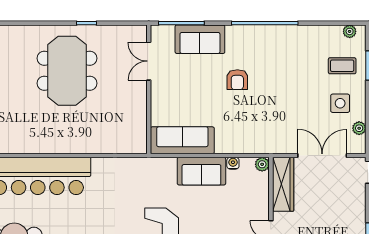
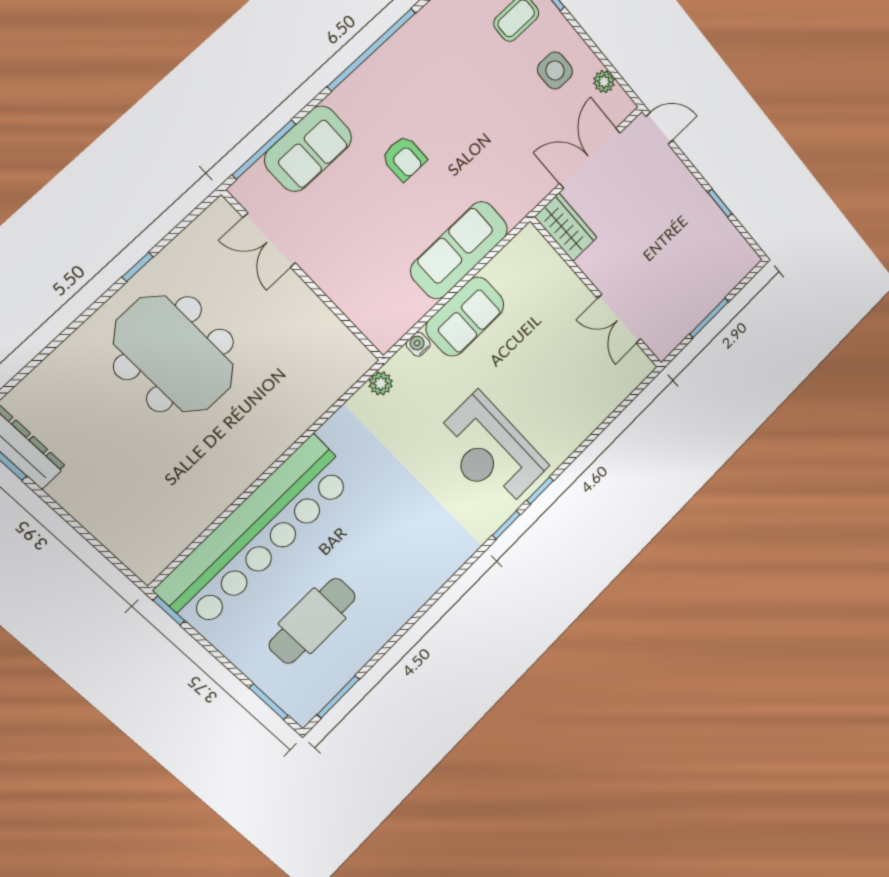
sofa: (182, 140) -> (459, 250), moved
water cooler: (233, 163) -> (418, 344), moved
plant: (262, 164) -> (381, 383), moved
wardrobe: (283, 184) -> (566, 227), width x0.67

